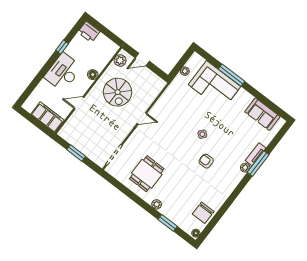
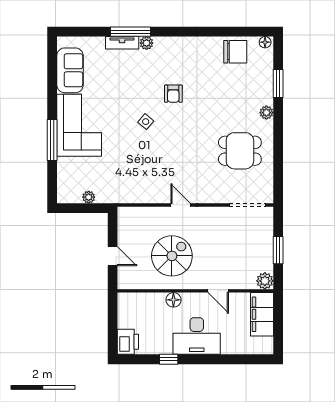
plant: (120, 60) -> (265, 281), moved
corner sofa: (214, 86) -> (79, 125), moved

